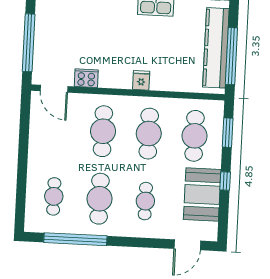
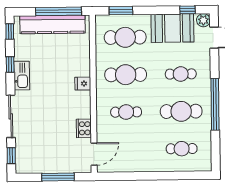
window: (29, 43) -> (58, 177), width x0.68
cafe table: (103, 131) -> (126, 112), width x0.73, depth x0.74
window: (225, 181) -> (187, 10), moved
plant: (209, 233) -> (203, 20), added
window: (75, 239) -> (215, 104), moved

